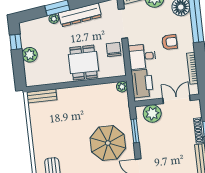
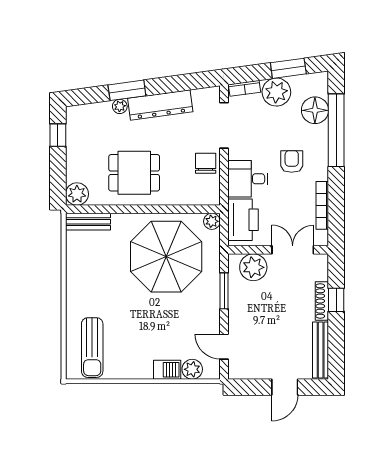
armchair: (169, 42) -> (292, 162), turned -90
plant: (30, 55) -> (77, 194), moved
dining table: (84, 63) -> (134, 173), moved, turned 90
parasol: (108, 143) -> (166, 257), moved, width x1.36, depth x1.36

